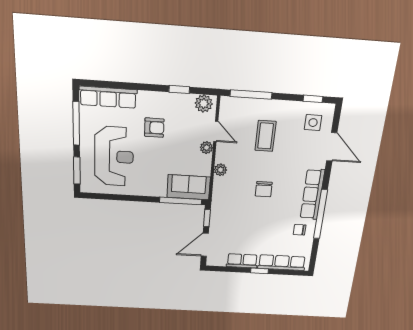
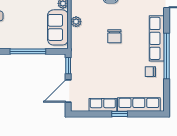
sofa: (189, 187) -> (58, 27), moved, turned -90
window: (181, 201) -> (28, 51), moved

